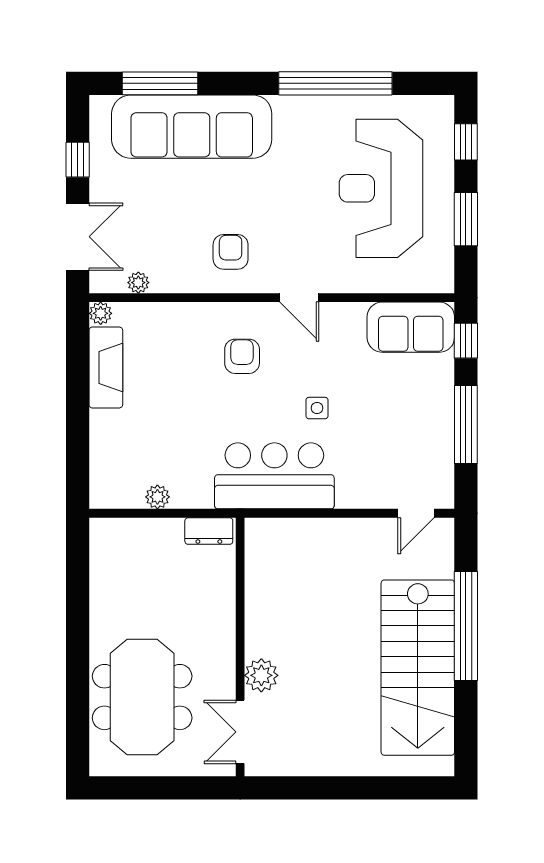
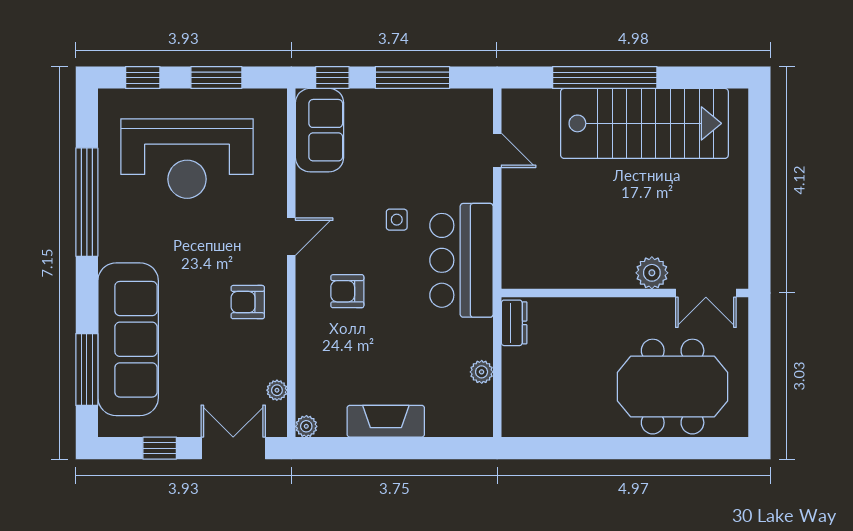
fireplace: (106, 367) -> (386, 421), moved
door: (416, 513) -> (497, 150), moved

